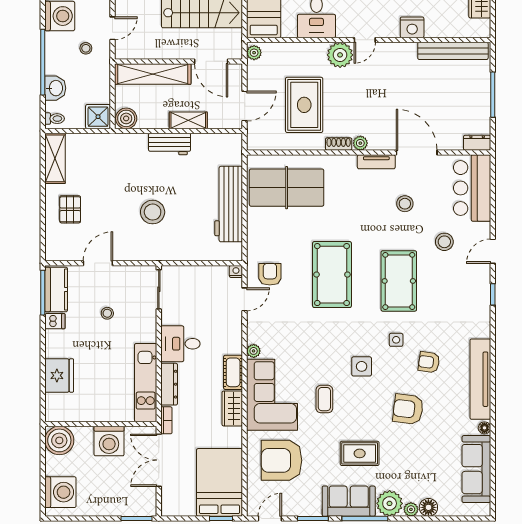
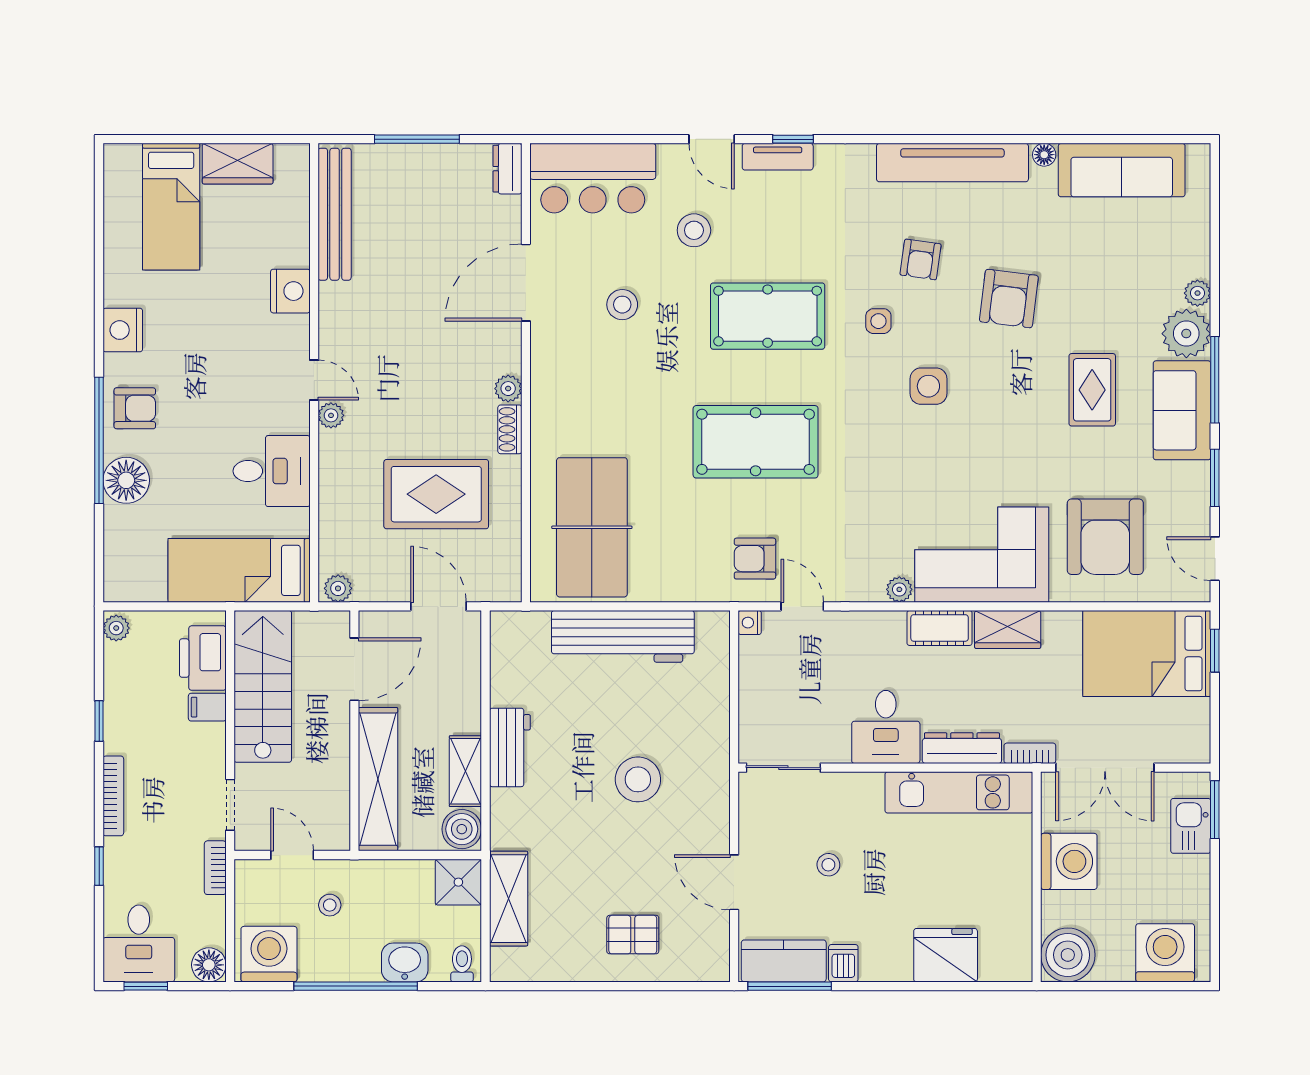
plant: (340, 55) -> (331, 415), width x0.53, depth x0.53
shelving: (188, 120) -> (465, 771), moved
shelving: (55, 158) -> (509, 899), moved, turned 90
tv unit: (376, 162) -> (778, 157), moved, turned 90
coffee table: (324, 399) -> (990, 456), removed
kitchen sink: (128, 506) -> (1191, 826), added
floor lamp: (428, 507) -> (1194, 260), removed

